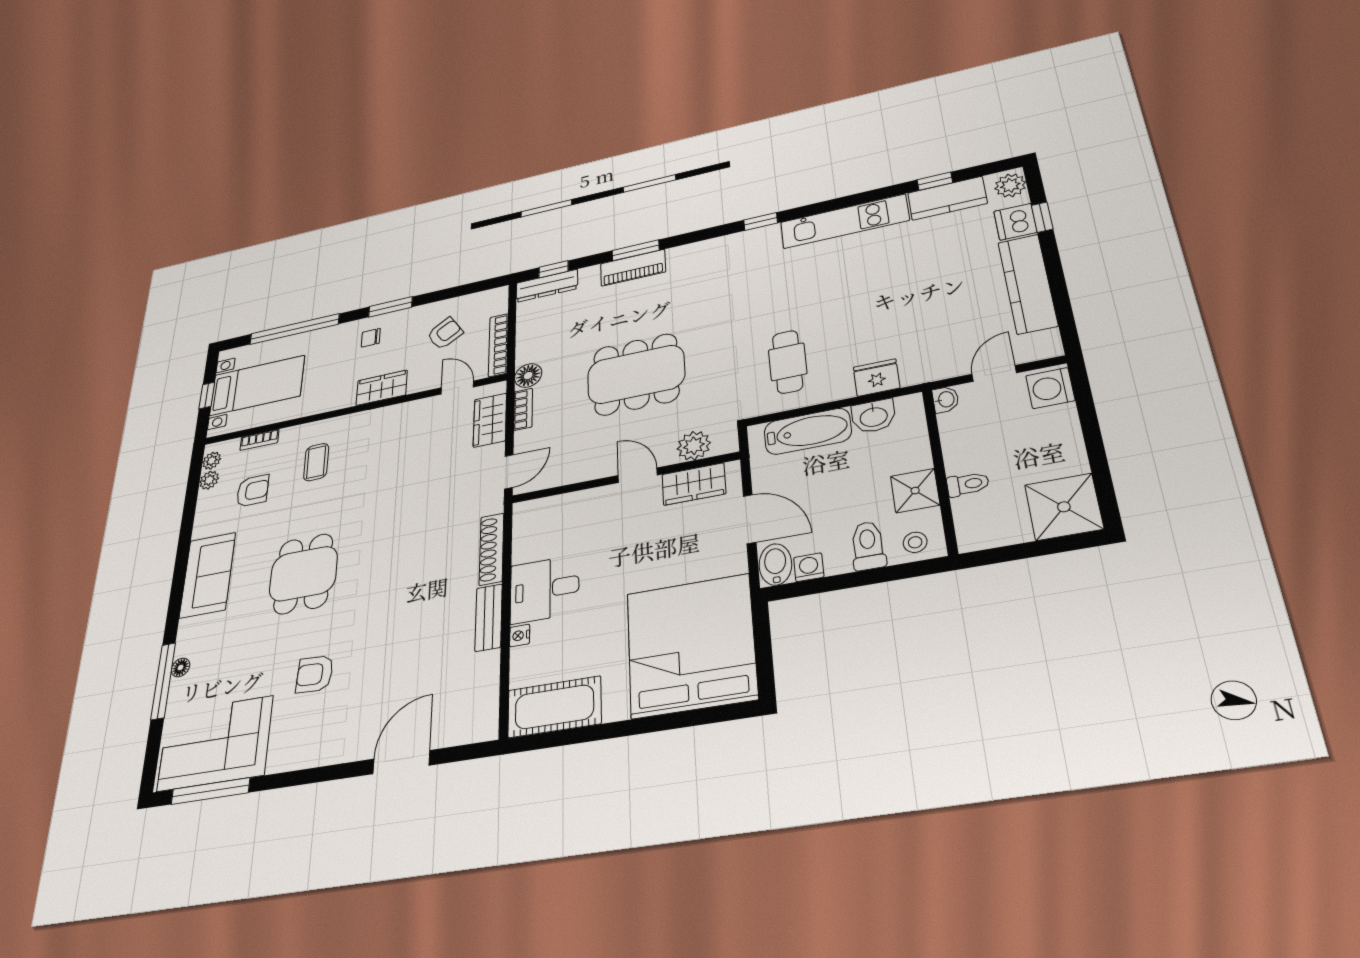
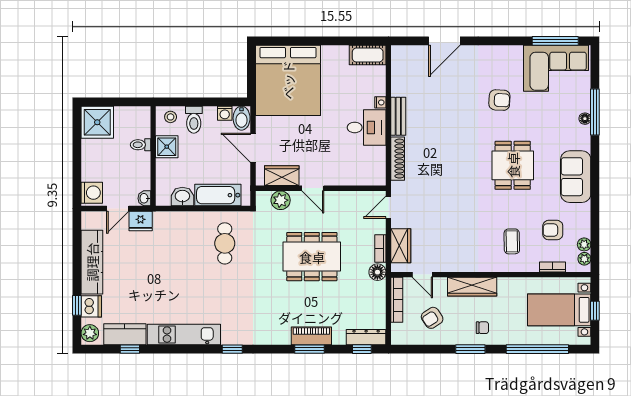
fridge: (877, 378) -> (141, 221), moved
wardrobe: (382, 388) -> (472, 287), width x1.50
cot: (554, 707) -> (368, 55), width x0.73, depth x0.75

